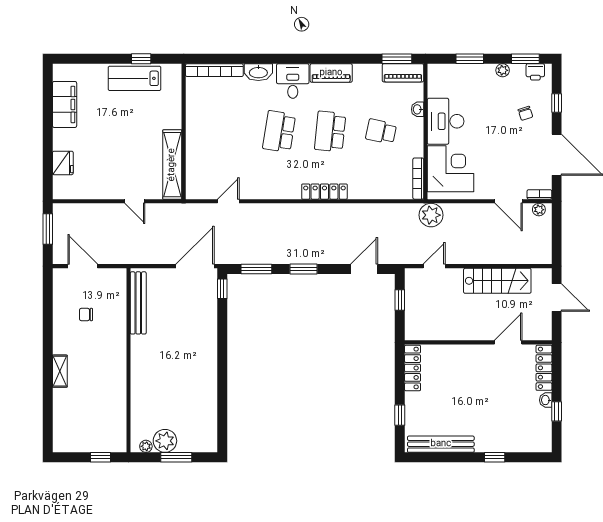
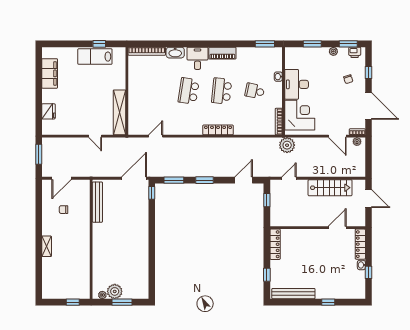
piano: (403, 73) -> (269, 53), removed
door: (83, 266) -> (61, 178), swing flipped

